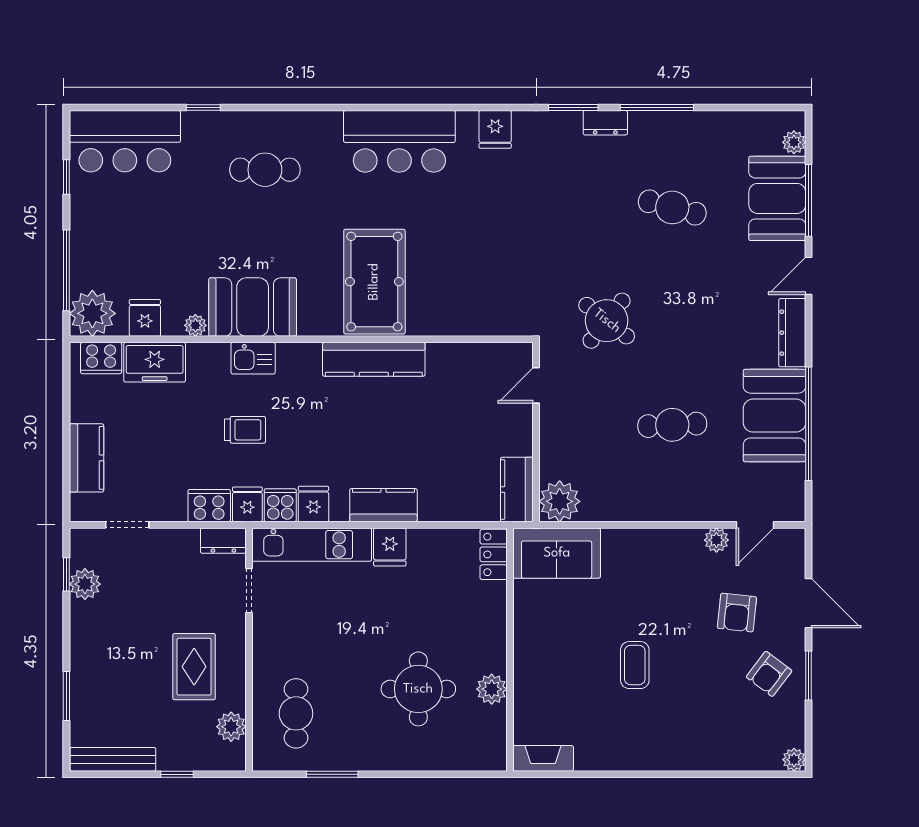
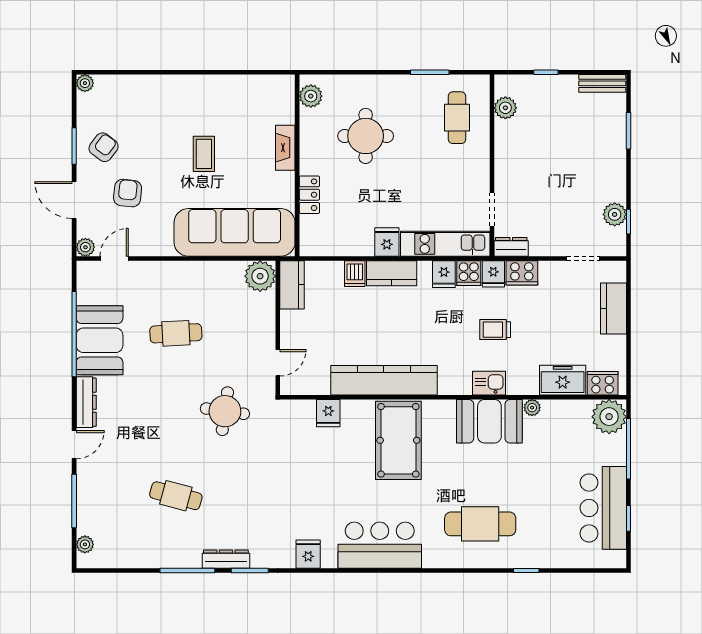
dresser: (605, 123) -> (226, 559), width x1.44
bar counter: (125, 141) -> (603, 508), moved, turned -90
cafe table: (265, 170) -> (480, 524), width x1.37, depth x1.35
booth: (777, 198) -> (97, 502), removed
fridge: (145, 318) -> (328, 413), moved
round table: (607, 321) -> (225, 411), turned -30
kitchen counter: (374, 359) -> (384, 380), width x1.39, depth x1.17
dishwasher: (433, 505) -> (355, 274), added
plant: (716, 540) -> (85, 247), moved
sofa: (557, 553) -> (235, 232), width x1.85, depth x1.27
locker: (494, 554) -> (309, 195), moved
rug: (194, 667) -> (533, 153), removed
plant: (492, 689) -> (311, 96), moved
fireplace: (543, 758) -> (285, 148), moved, turned 90
bench: (113, 759) -> (602, 83), width x0.73

